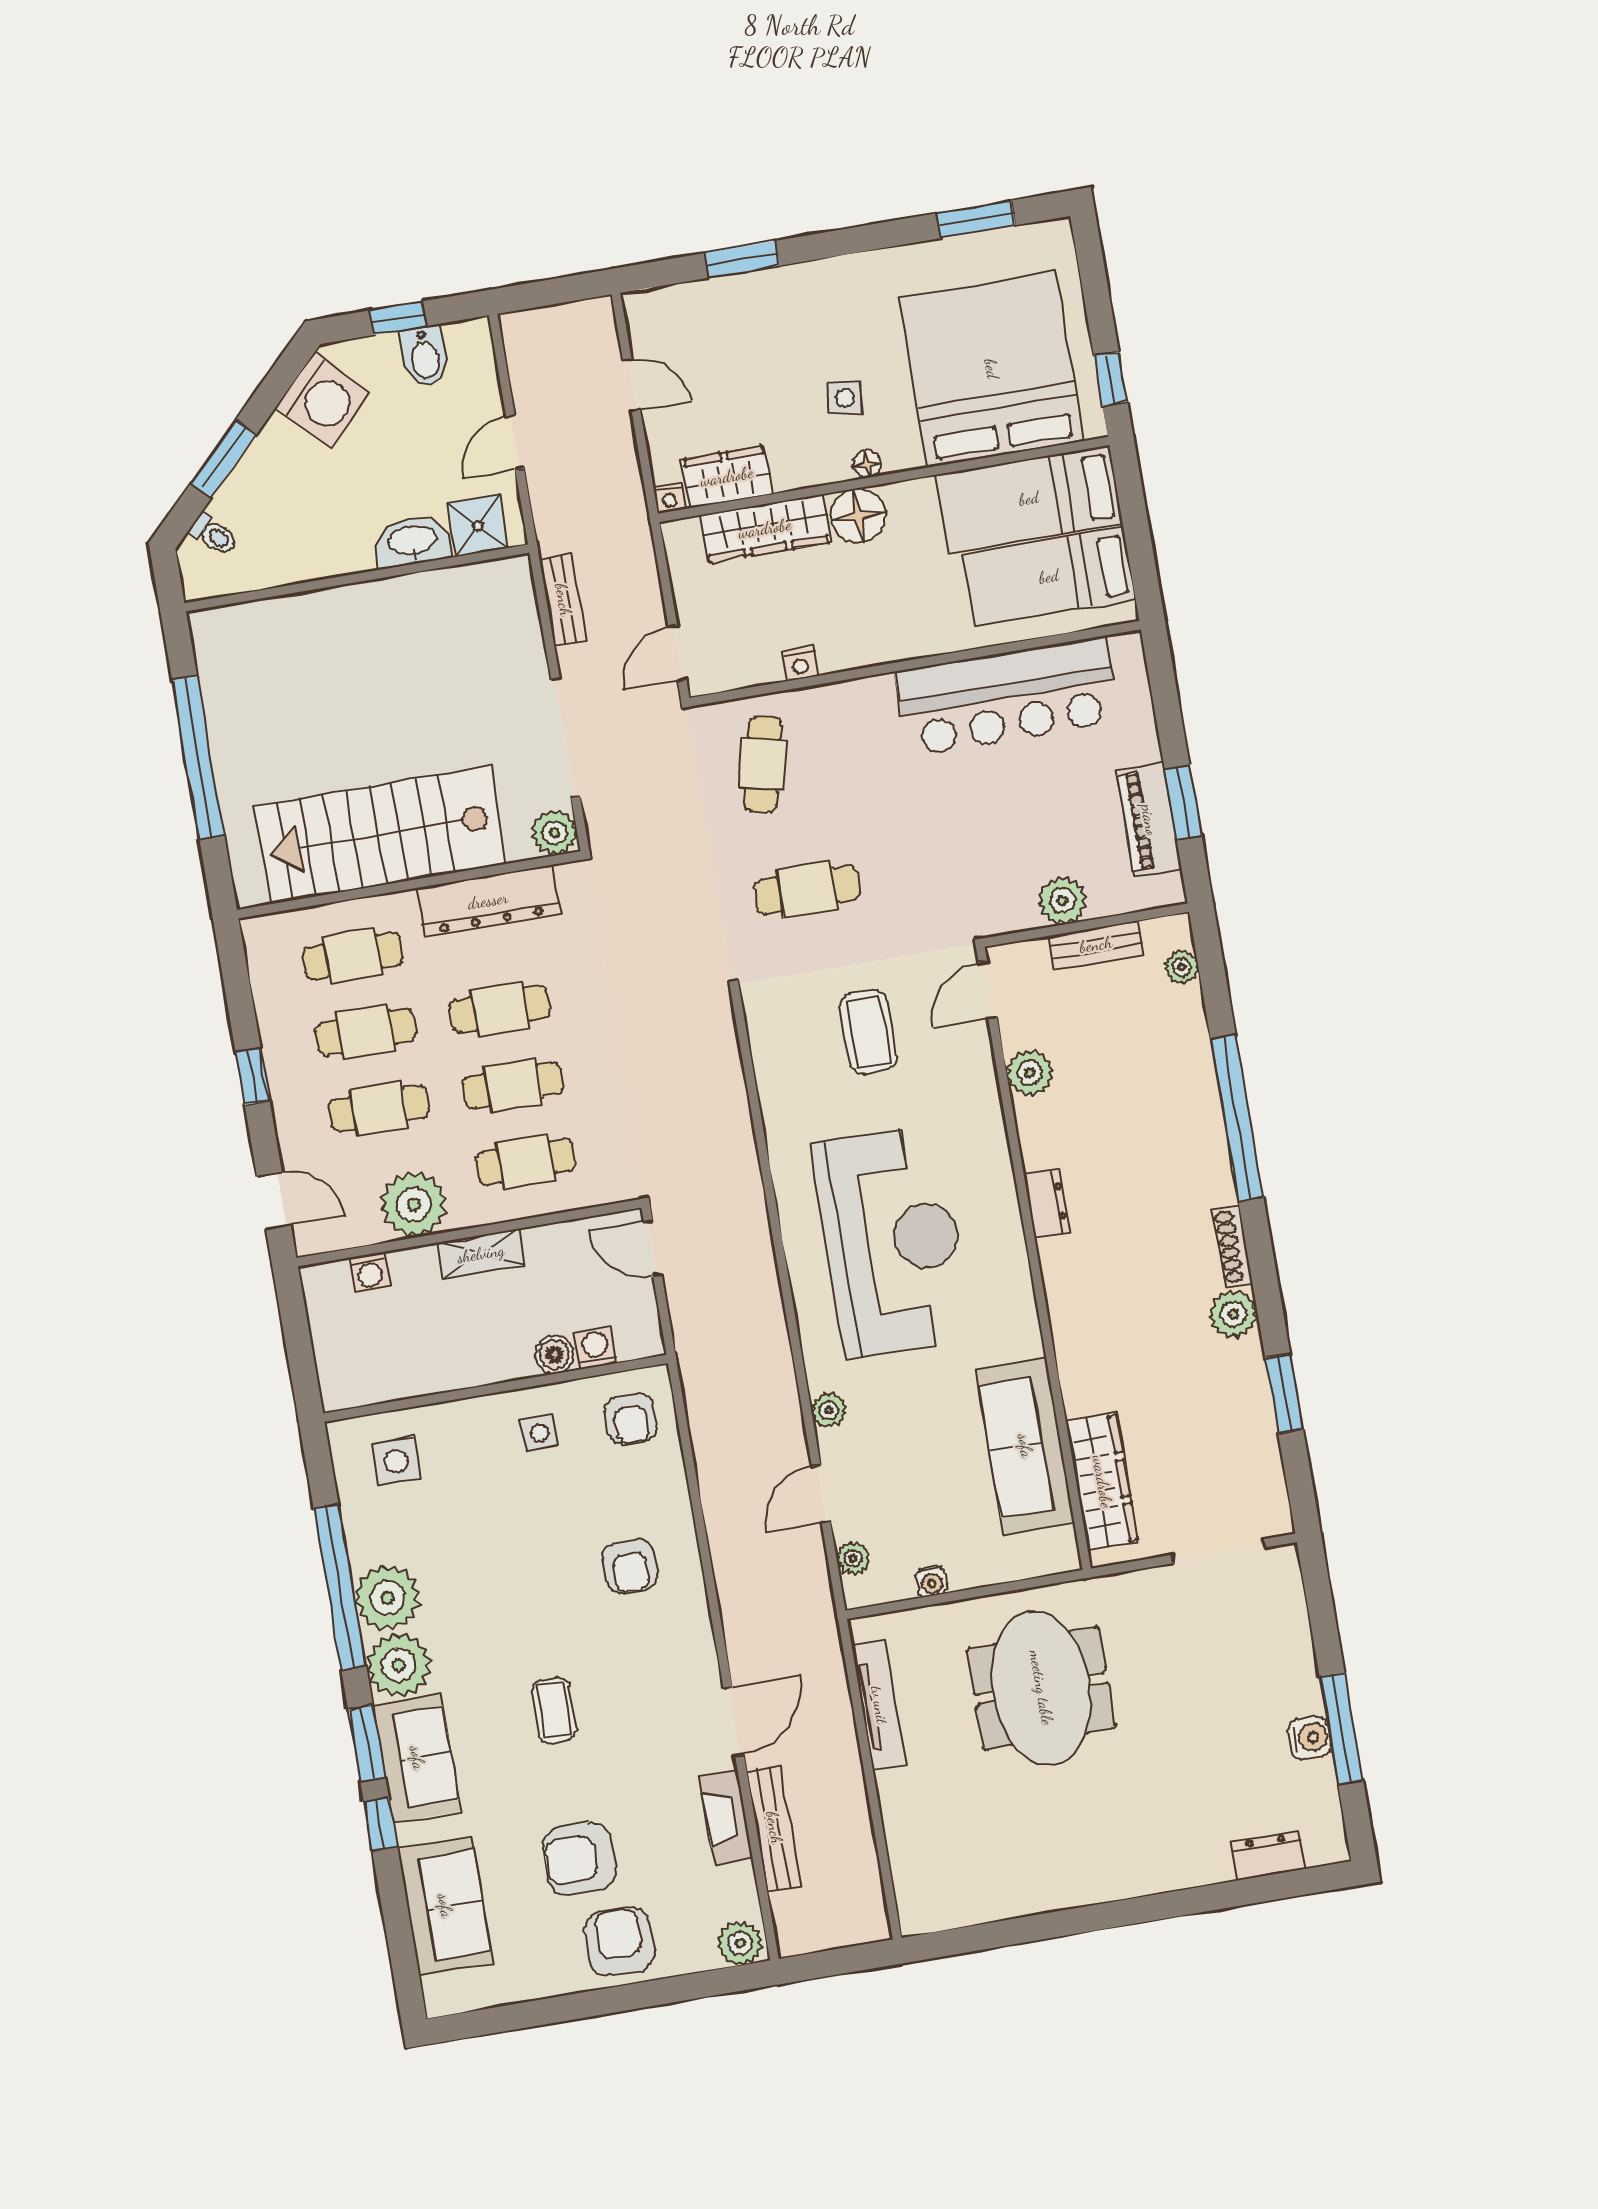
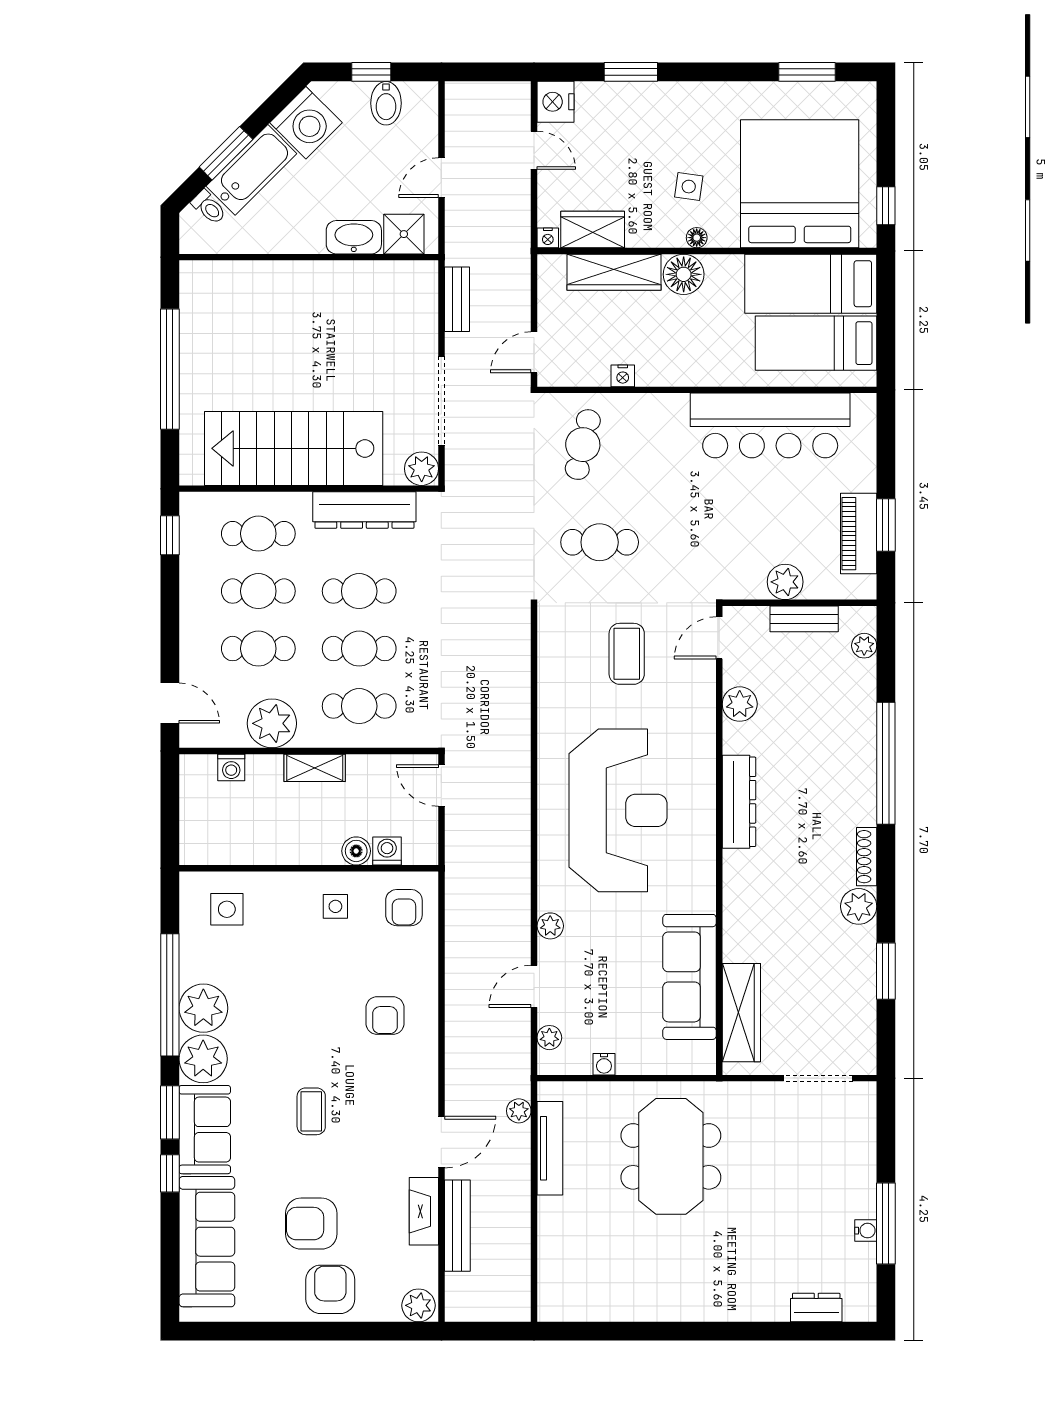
nightstand: (649, 316) -> (556, 102), added
bathtub: (261, 475) -> (251, 170), added
window: (253, 1077) -> (170, 535), moved
dresser: (1047, 1203) -> (739, 802), width x1.96, depth x1.24
plant: (829, 1662) -> (519, 1111), added
water cooler: (1310, 1738) -> (866, 1231), width x0.72, depth x0.72
sofa: (445, 1906) -> (207, 1242), width x1.36

